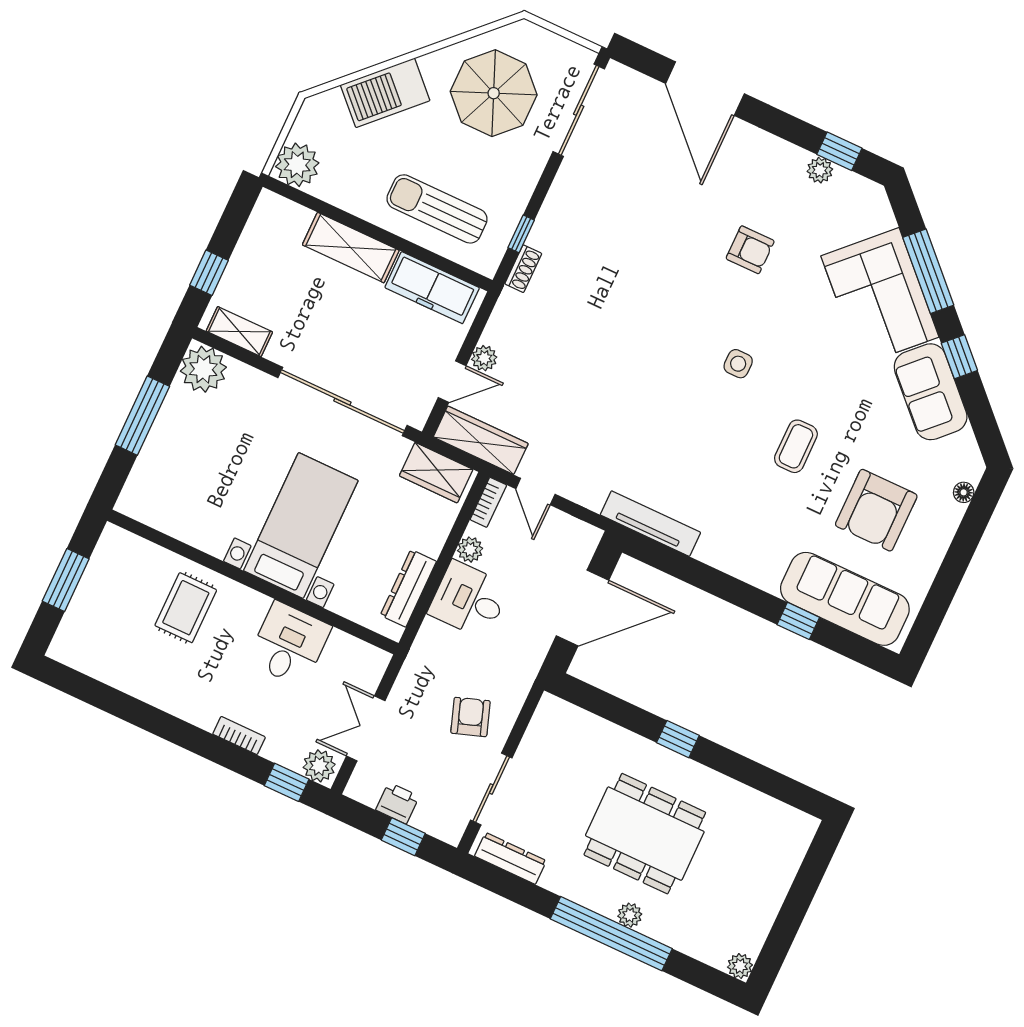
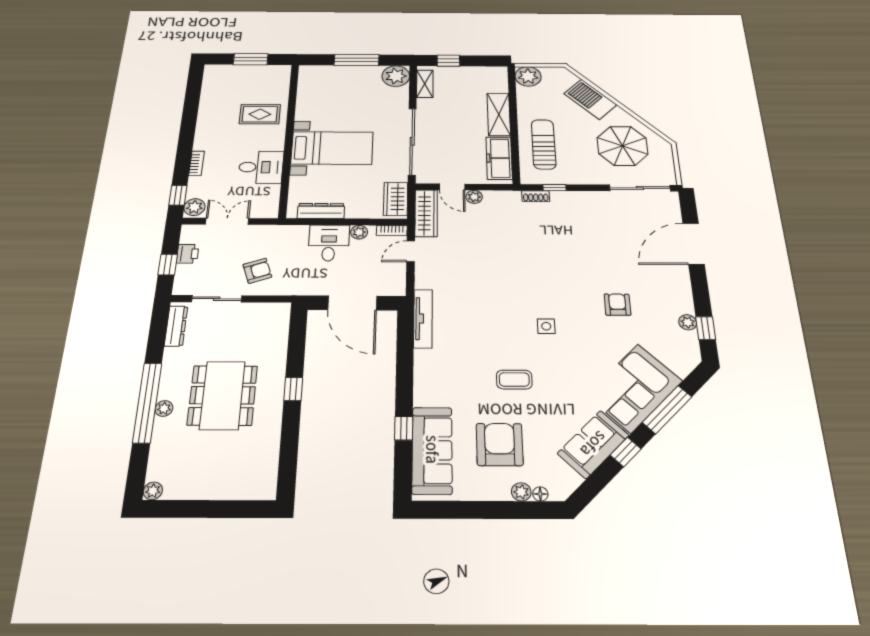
armchair: (750, 250) -> (617, 305), turned 180
armchair: (876, 510) -> (500, 444), turned 90
plant: (950, 514) -> (521, 492), added

